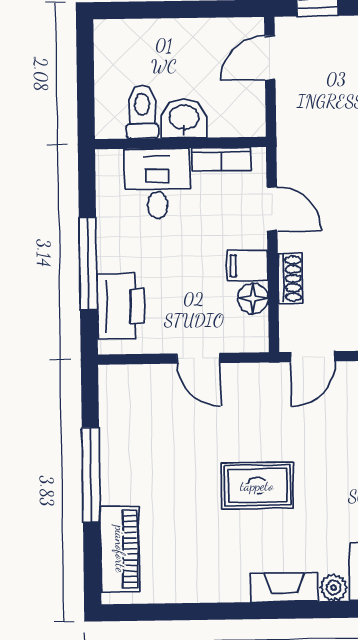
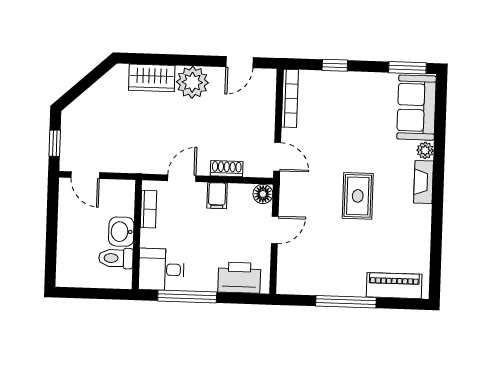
desk: (157, 183) -> (161, 269), moved
window: (88, 264) -> (187, 296), moved
floor lamp: (253, 299) -> (263, 194), moved

